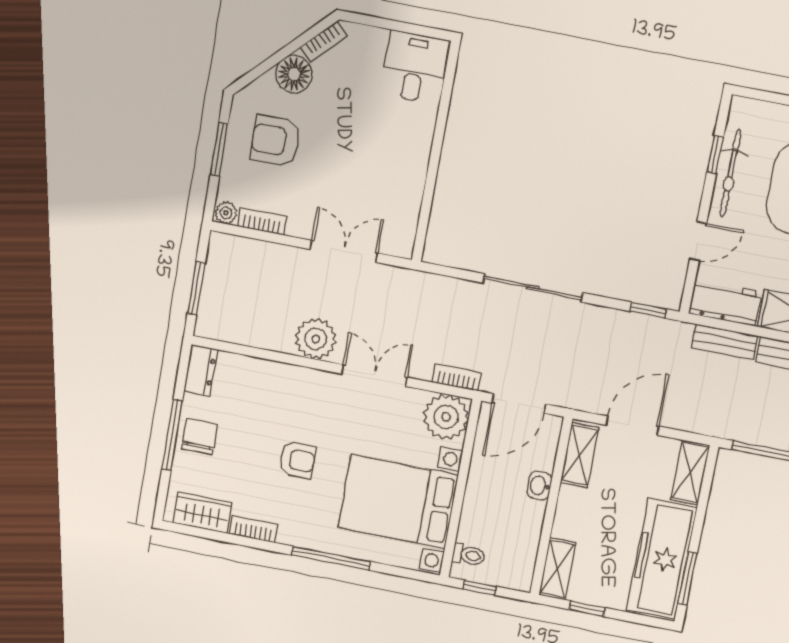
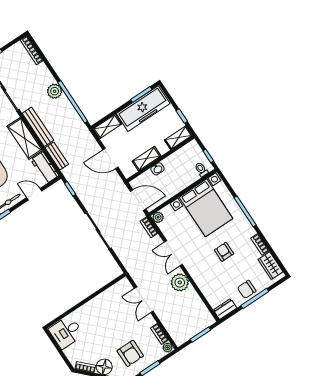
plant: (446, 417) -> (158, 217), width x0.53, depth x0.53
shelving: (580, 455) -> (146, 159), moved

